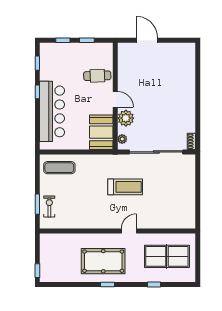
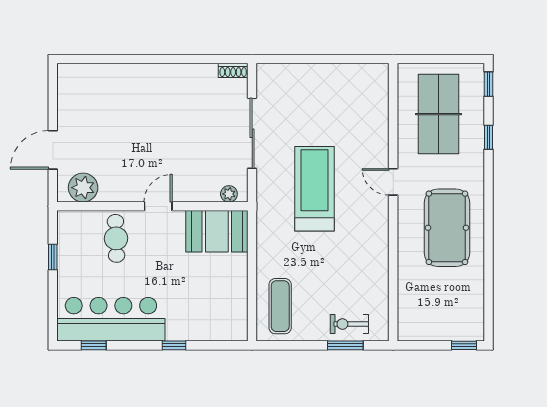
window: (63, 40) -> (53, 300), removed
window: (37, 92) -> (174, 345), moved
bar counter: (52, 111) -> (111, 319), moved
plant: (126, 118) -> (83, 188), moved
sliding door: (156, 152) -> (252, 133), width x0.73
treadmill: (125, 187) -> (315, 189), width x1.37, depth x1.38
window: (108, 284) -> (489, 84), moved

